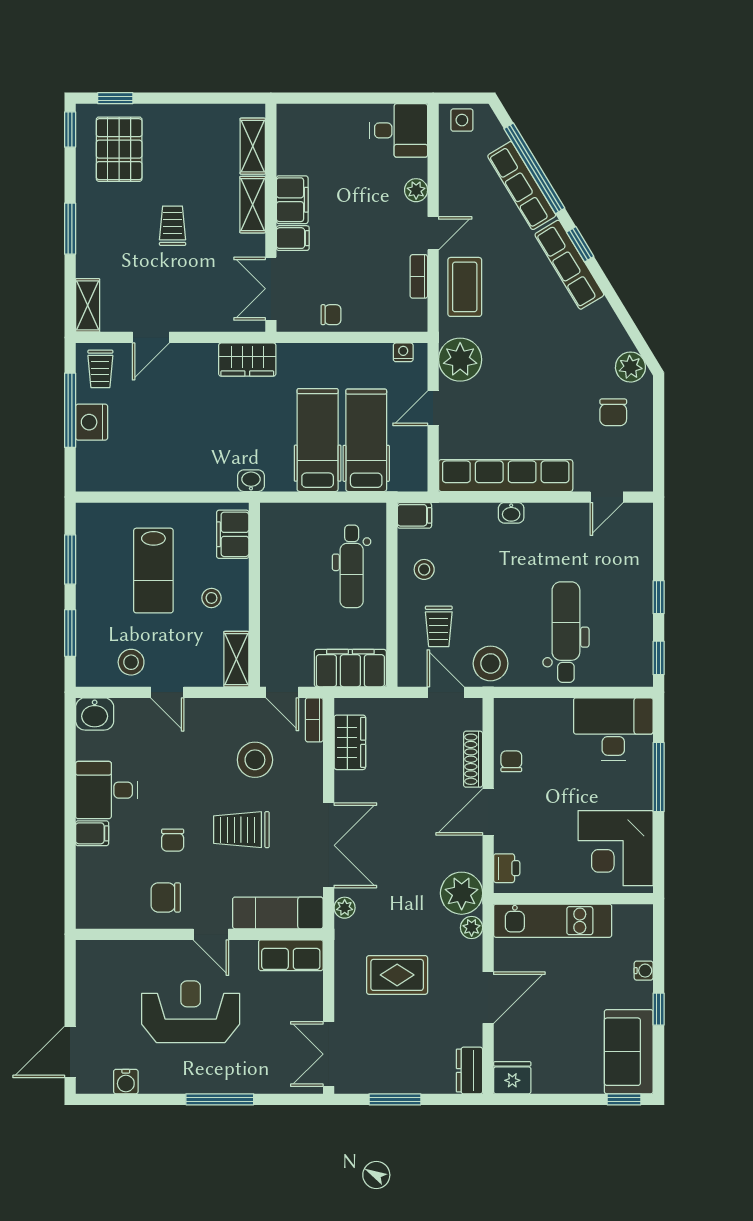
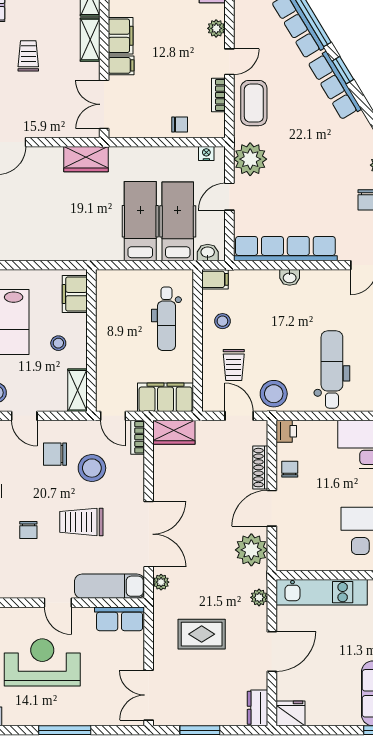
chair: (331, 315) -> (180, 124), moved
washbasin: (251, 481) -> (208, 253), moved
wardrobe: (350, 742) -> (174, 432), moved, turned 90
printer: (507, 868) -> (286, 431), moved
plant: (462, 893) -> (251, 550), moved
chair: (166, 897) -> (55, 454), moved

